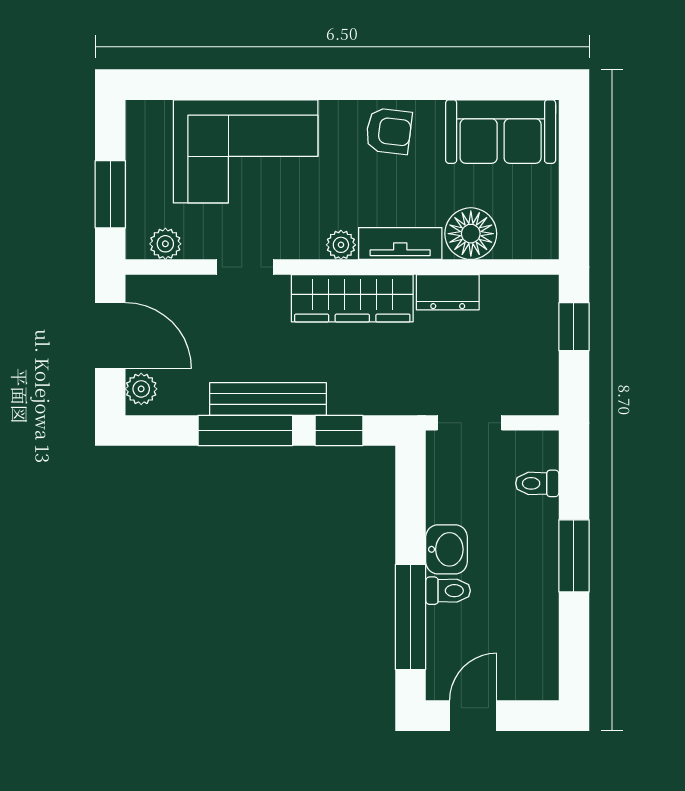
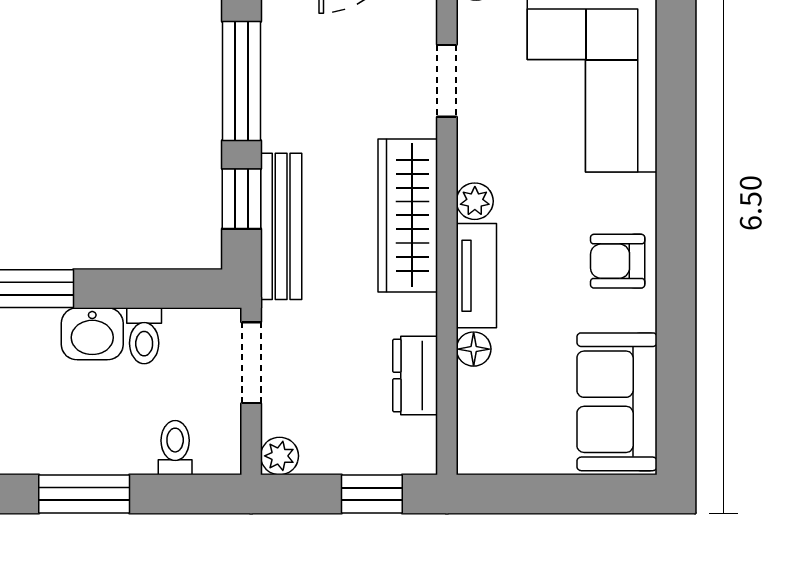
armchair: (389, 131) -> (618, 261), turned 83
floor lamp: (471, 234) -> (474, 349), width x0.53, depth x0.53
dresser: (448, 292) -> (415, 376), moved
bench: (268, 399) -> (281, 226), moved
plant: (544, 400) -> (280, 456), added
toilet: (448, 591) -> (144, 336), moved

